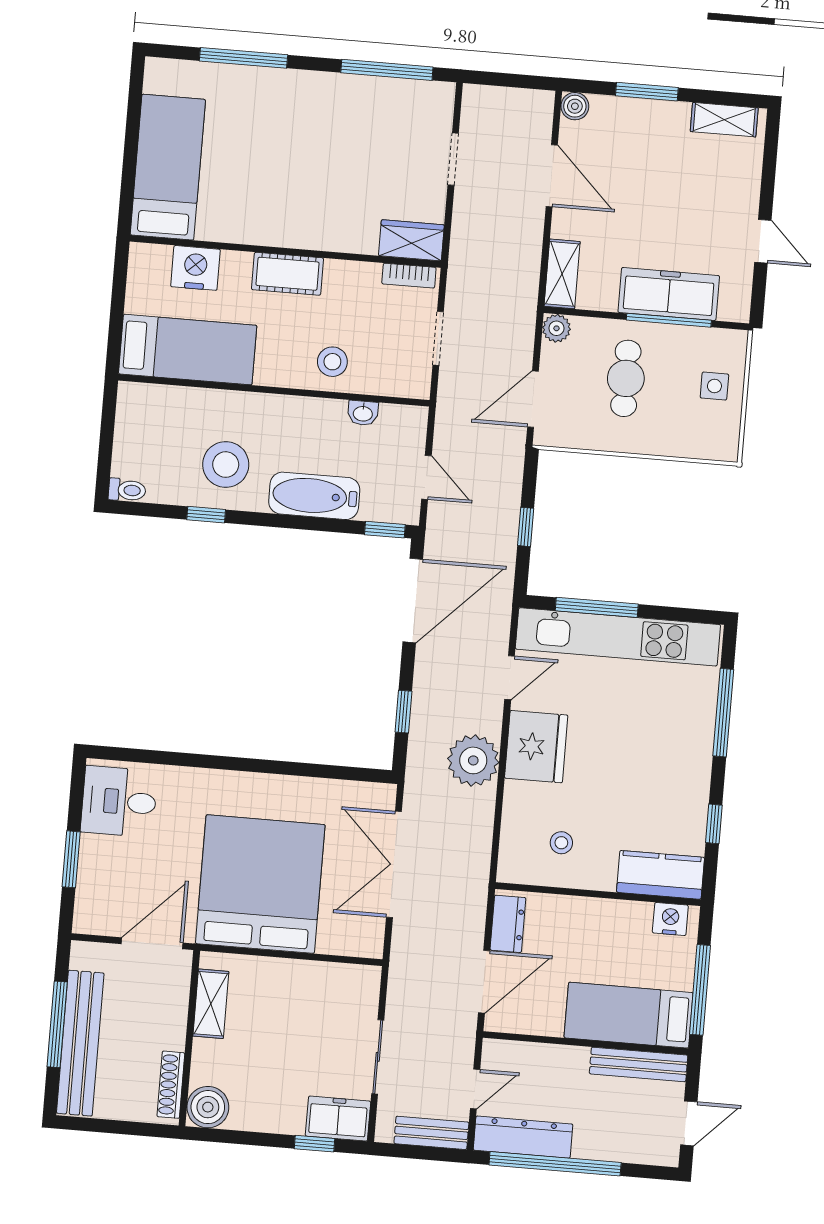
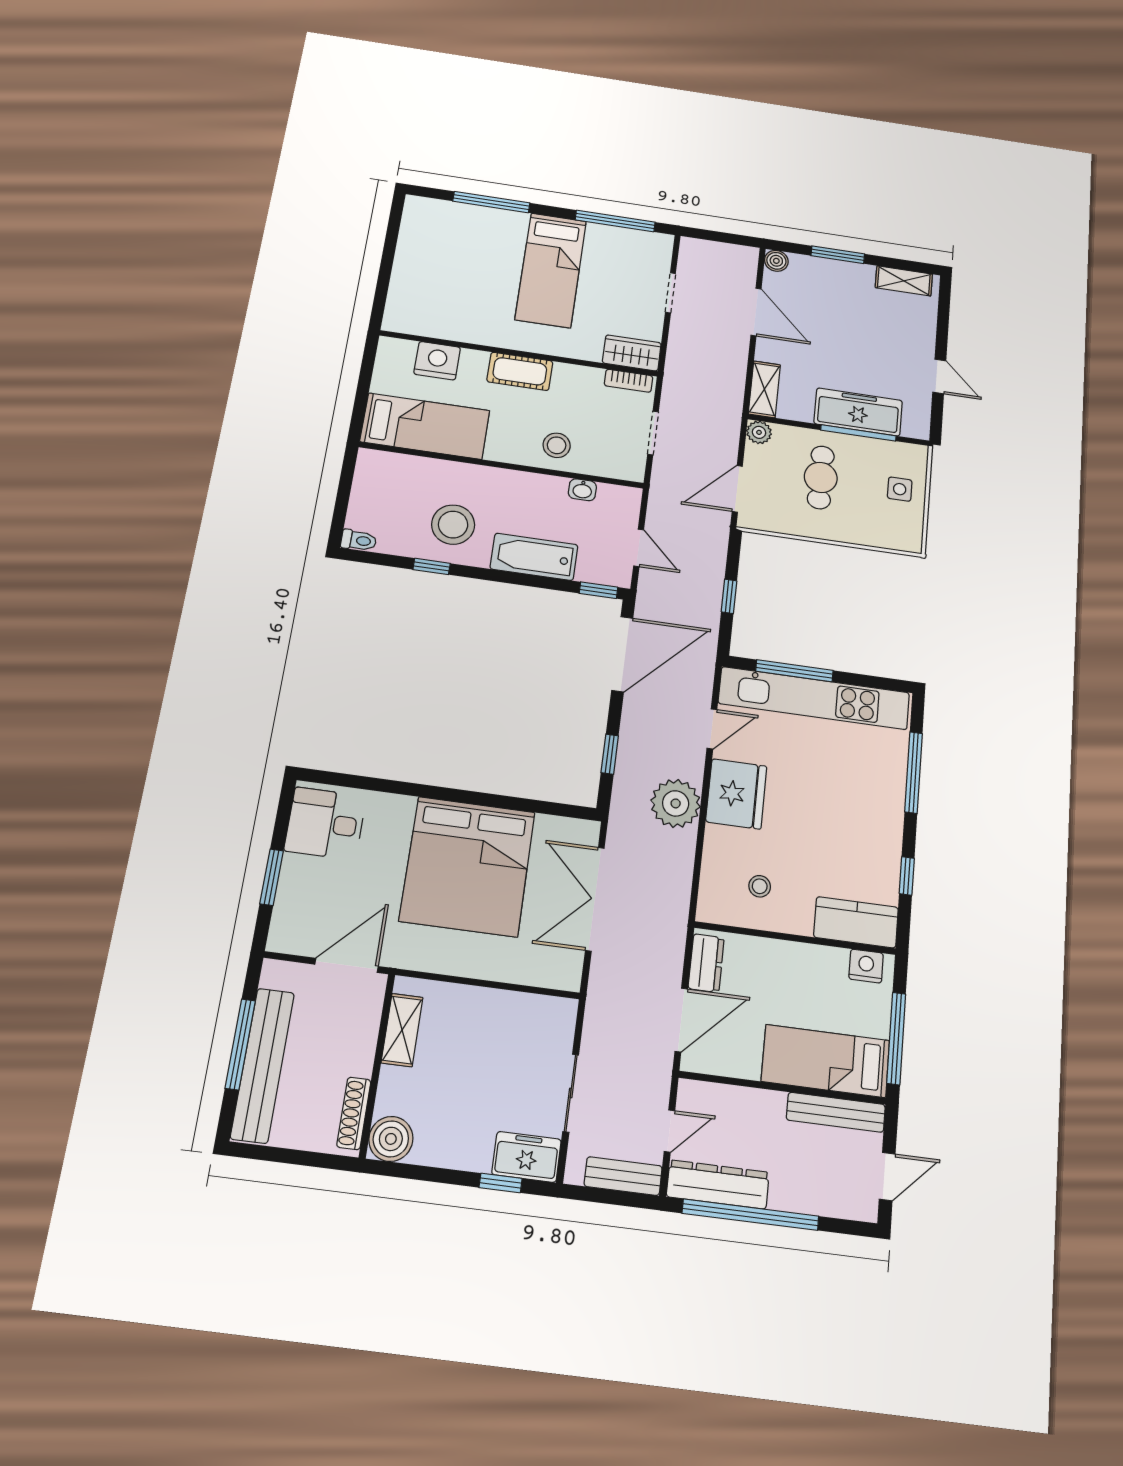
bed: (168, 167) -> (551, 270), moved, turned 180
bed: (260, 884) -> (468, 866), moved, turned 180

